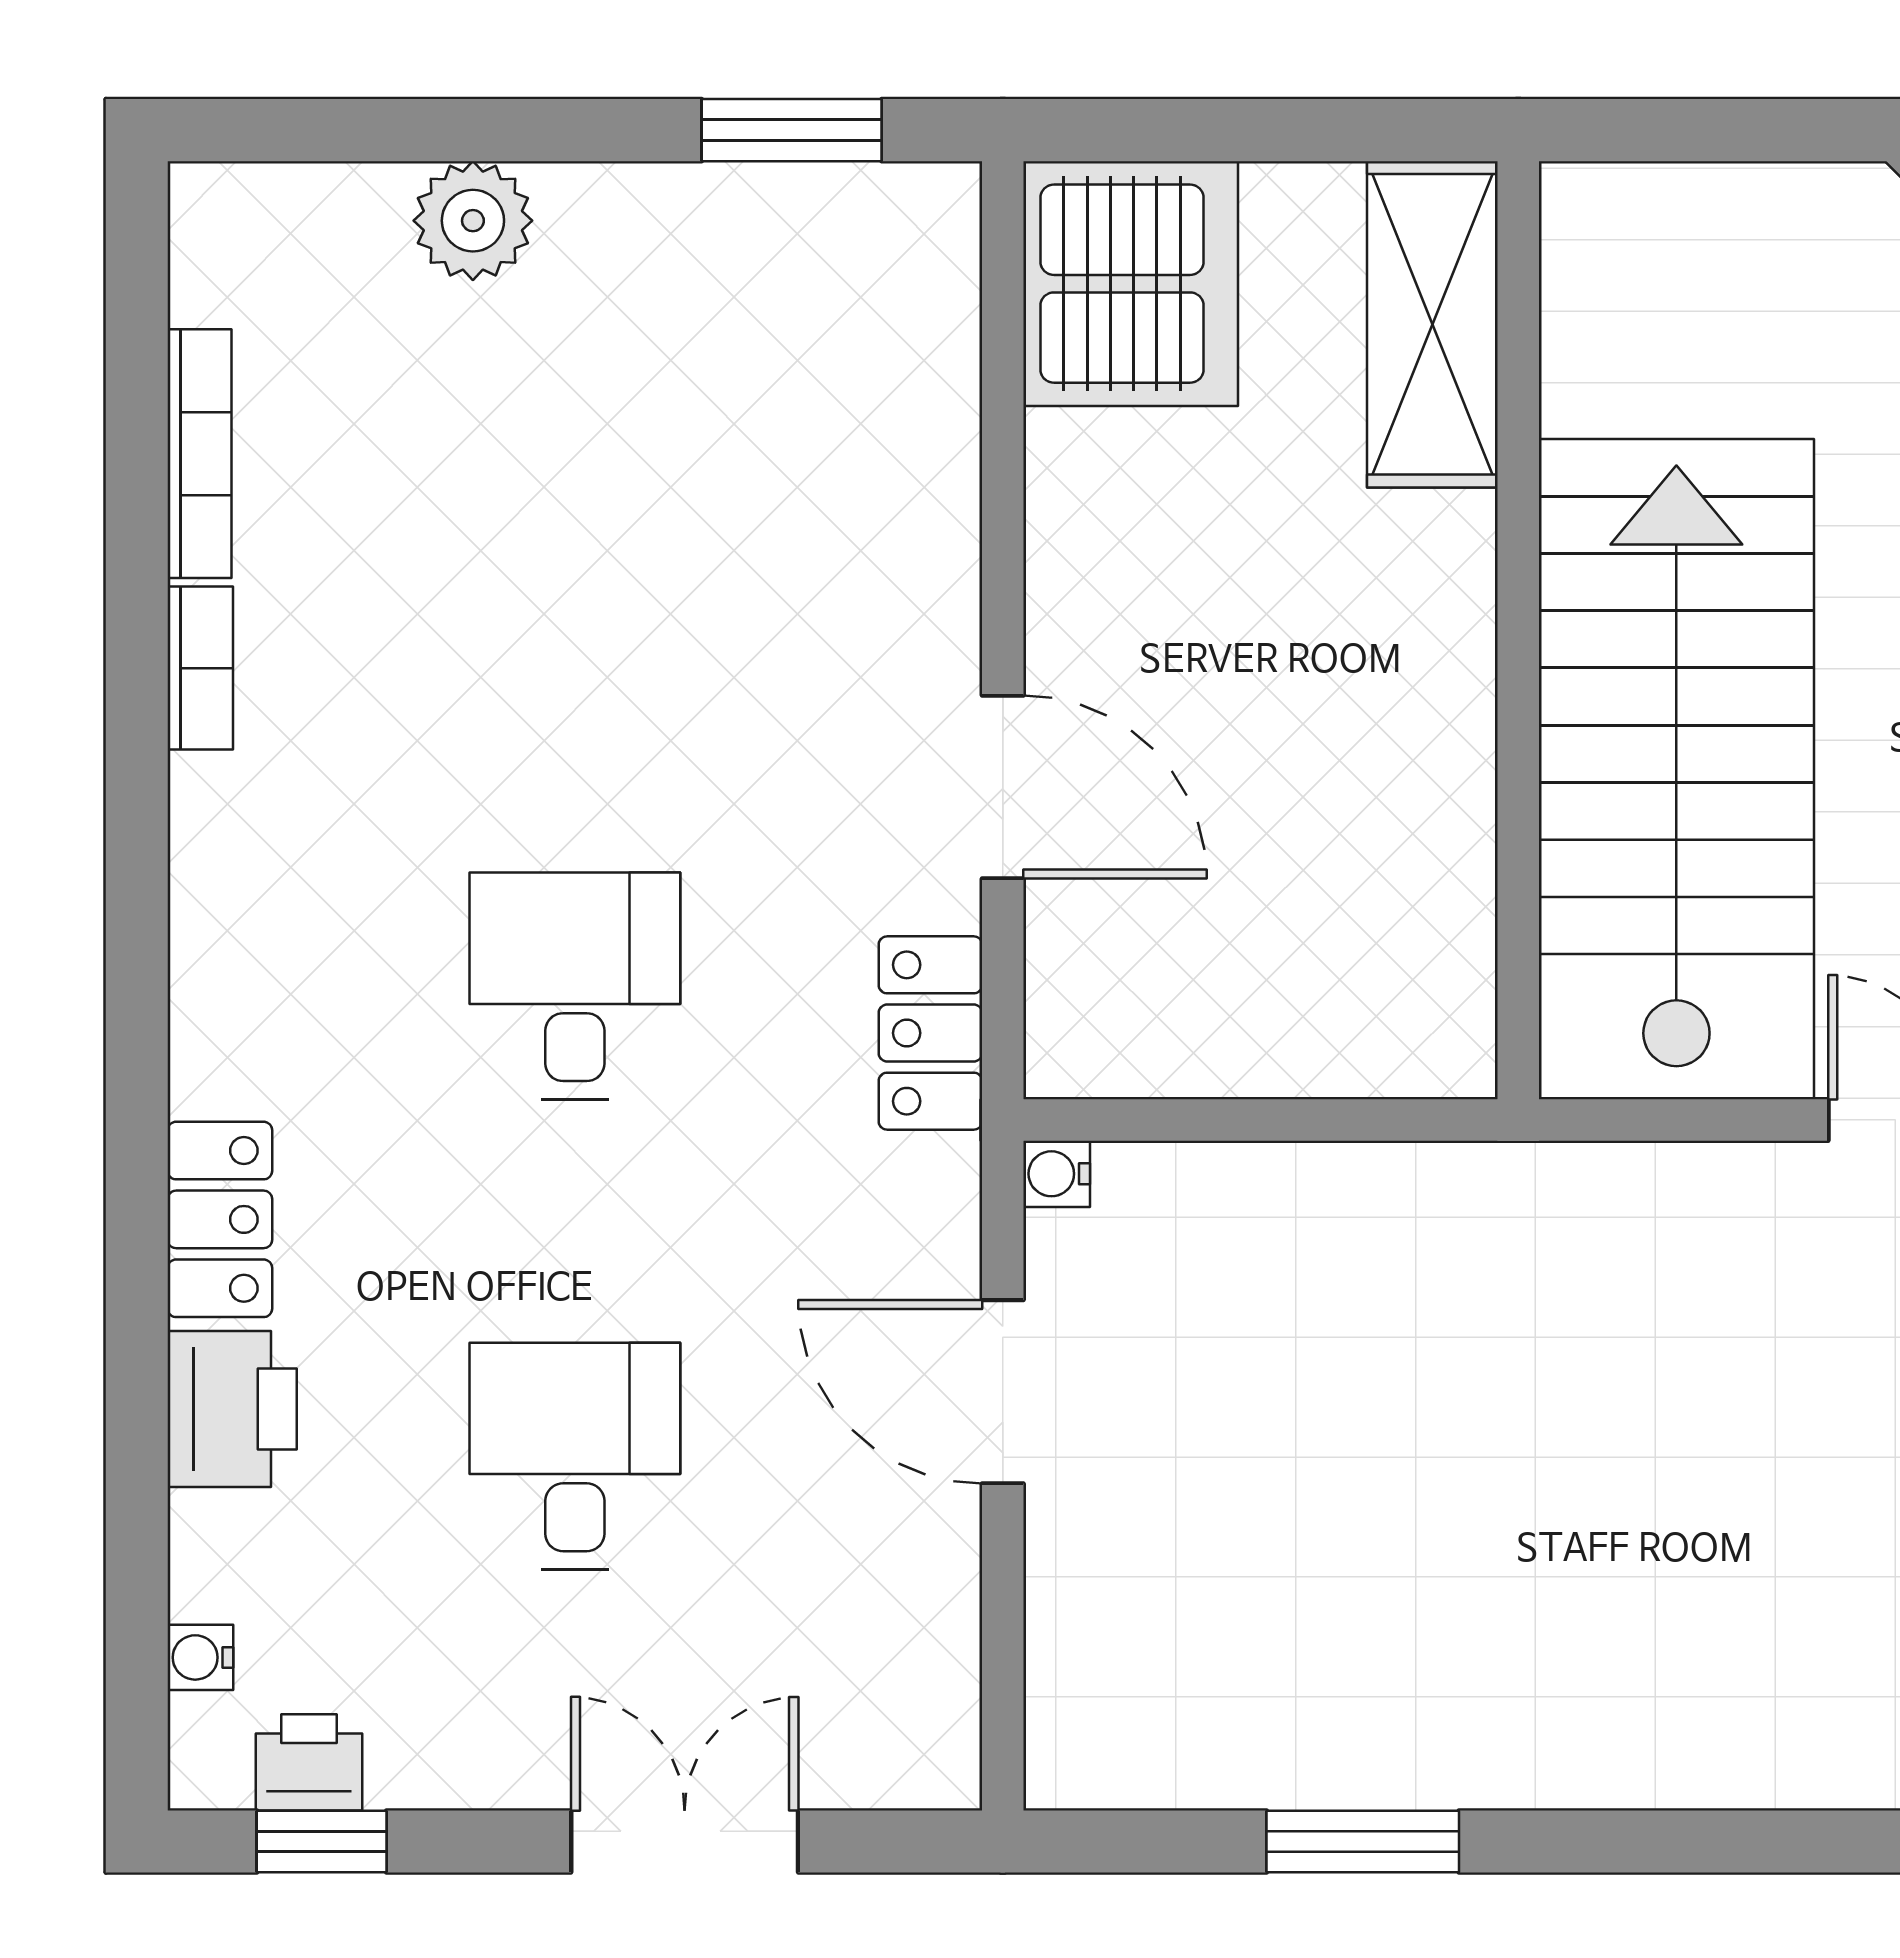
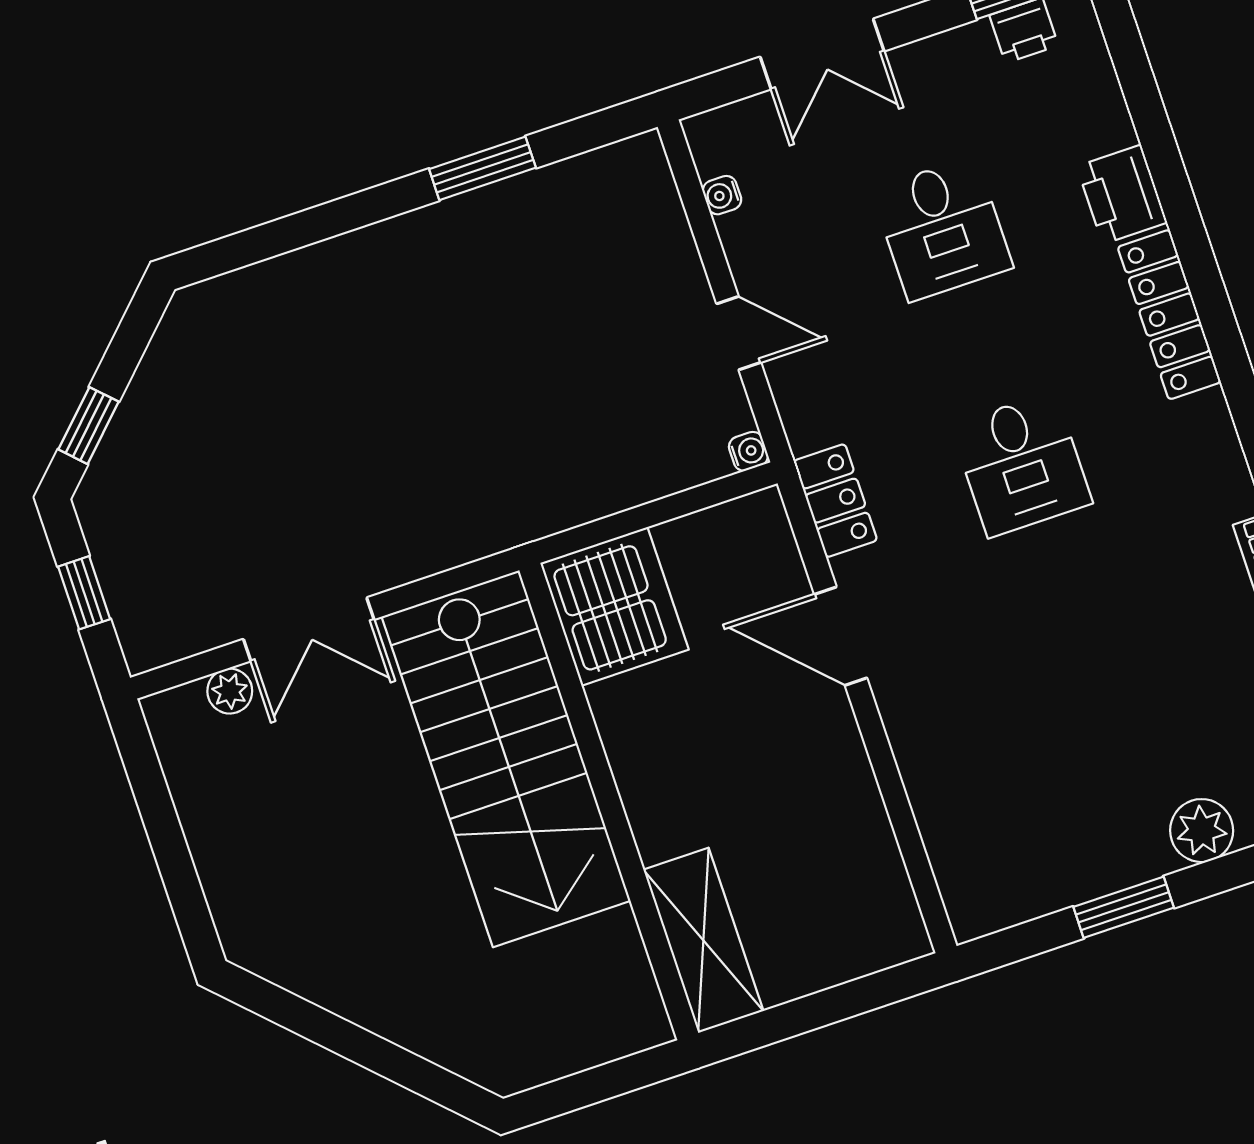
window: (792, 130) -> (1124, 907), moved
server rack: (1131, 284) -> (614, 606), moved, turned 180
locker: (220, 1219) -> (1169, 315), width x1.53
door: (1003, 1392) -> (739, 333), width x0.73
water cooler: (200, 1657) -> (722, 195), moved, turned 180

